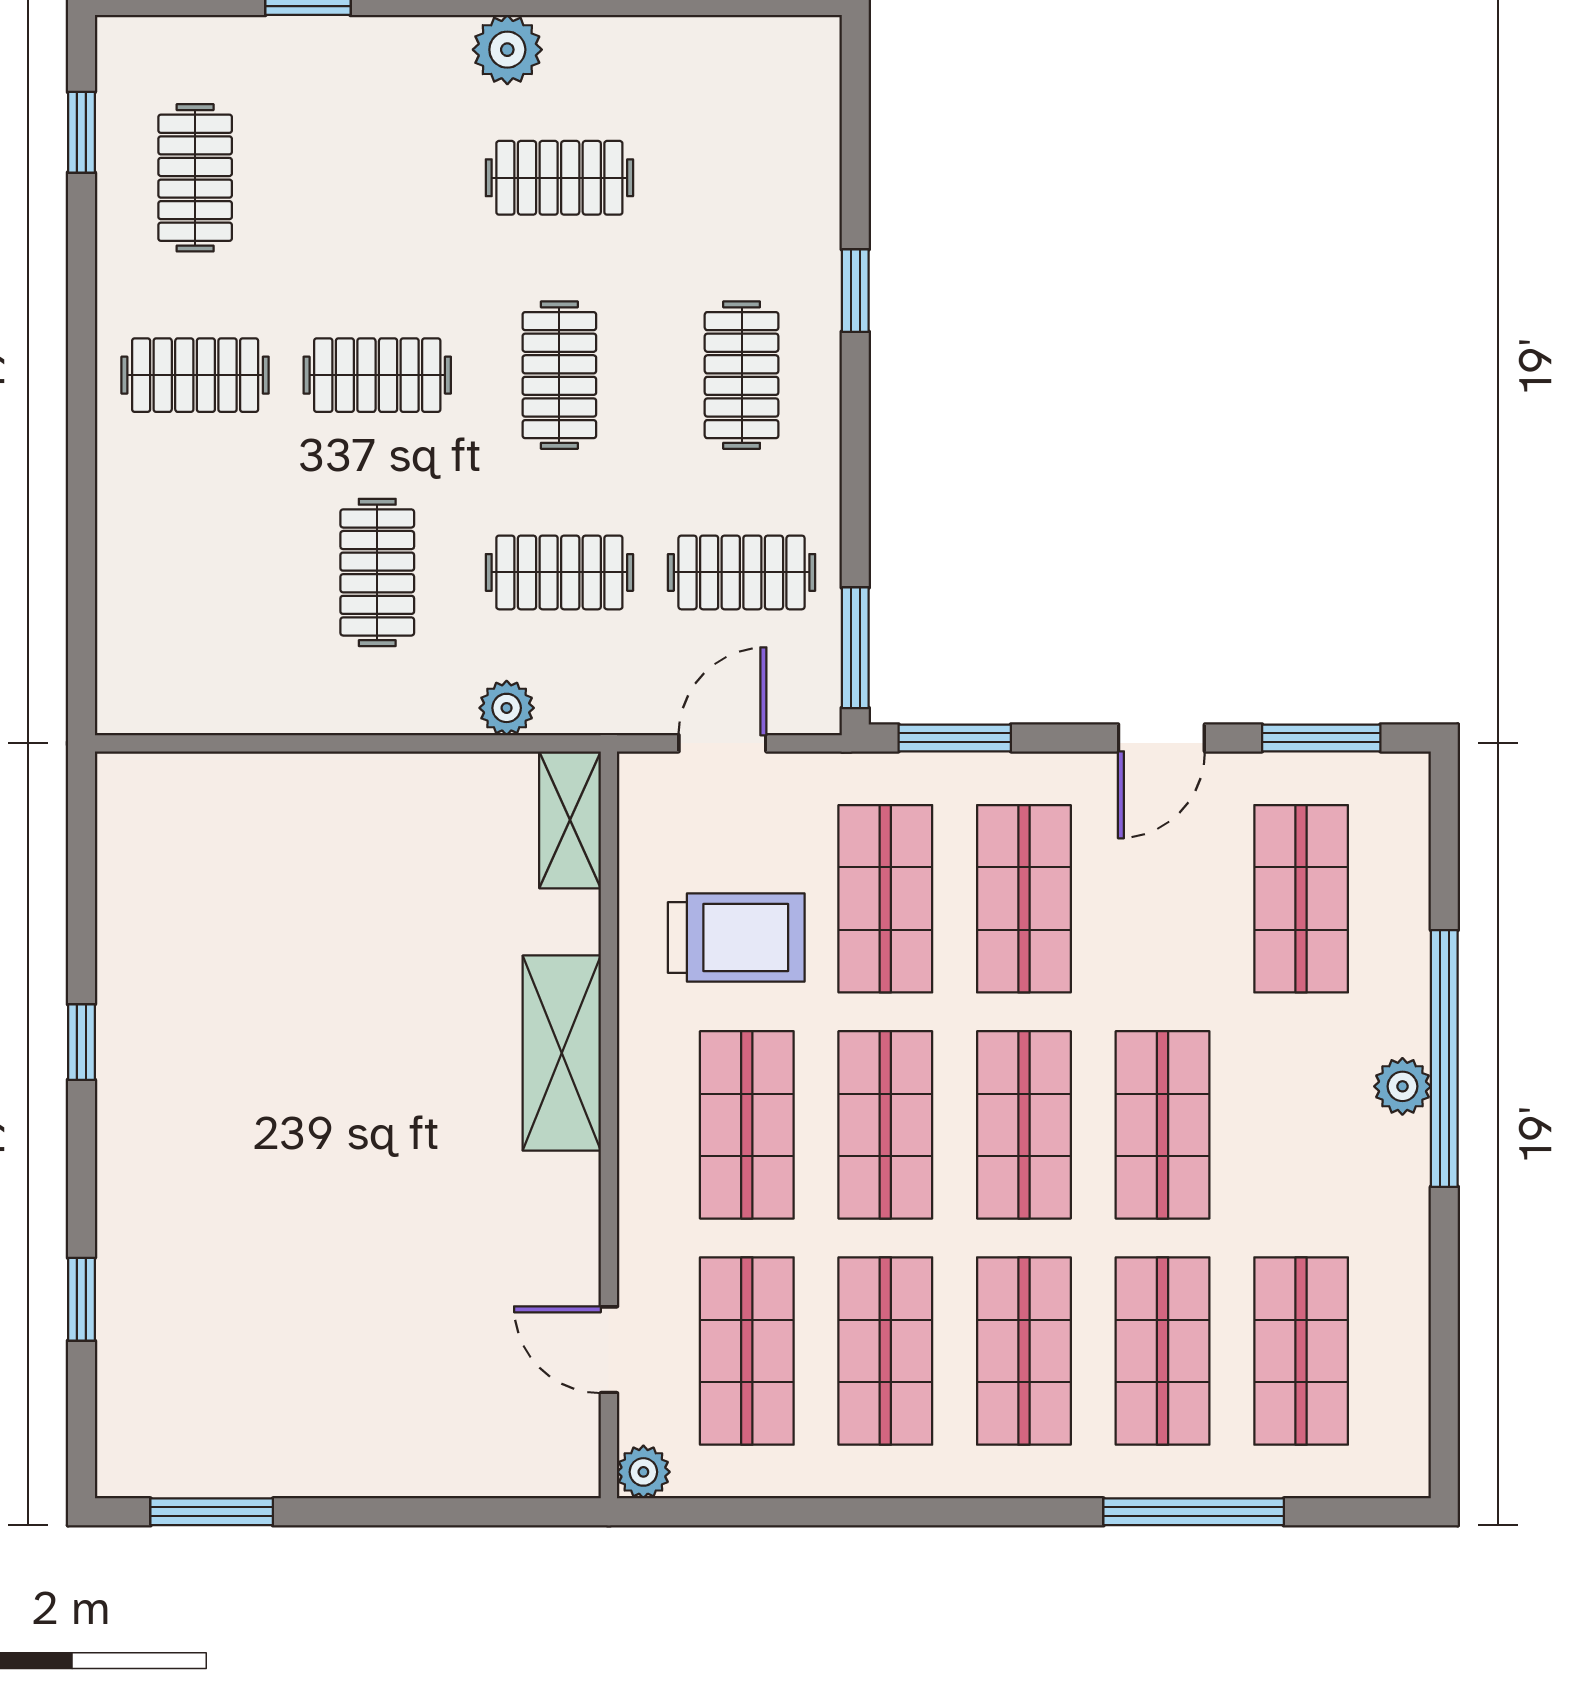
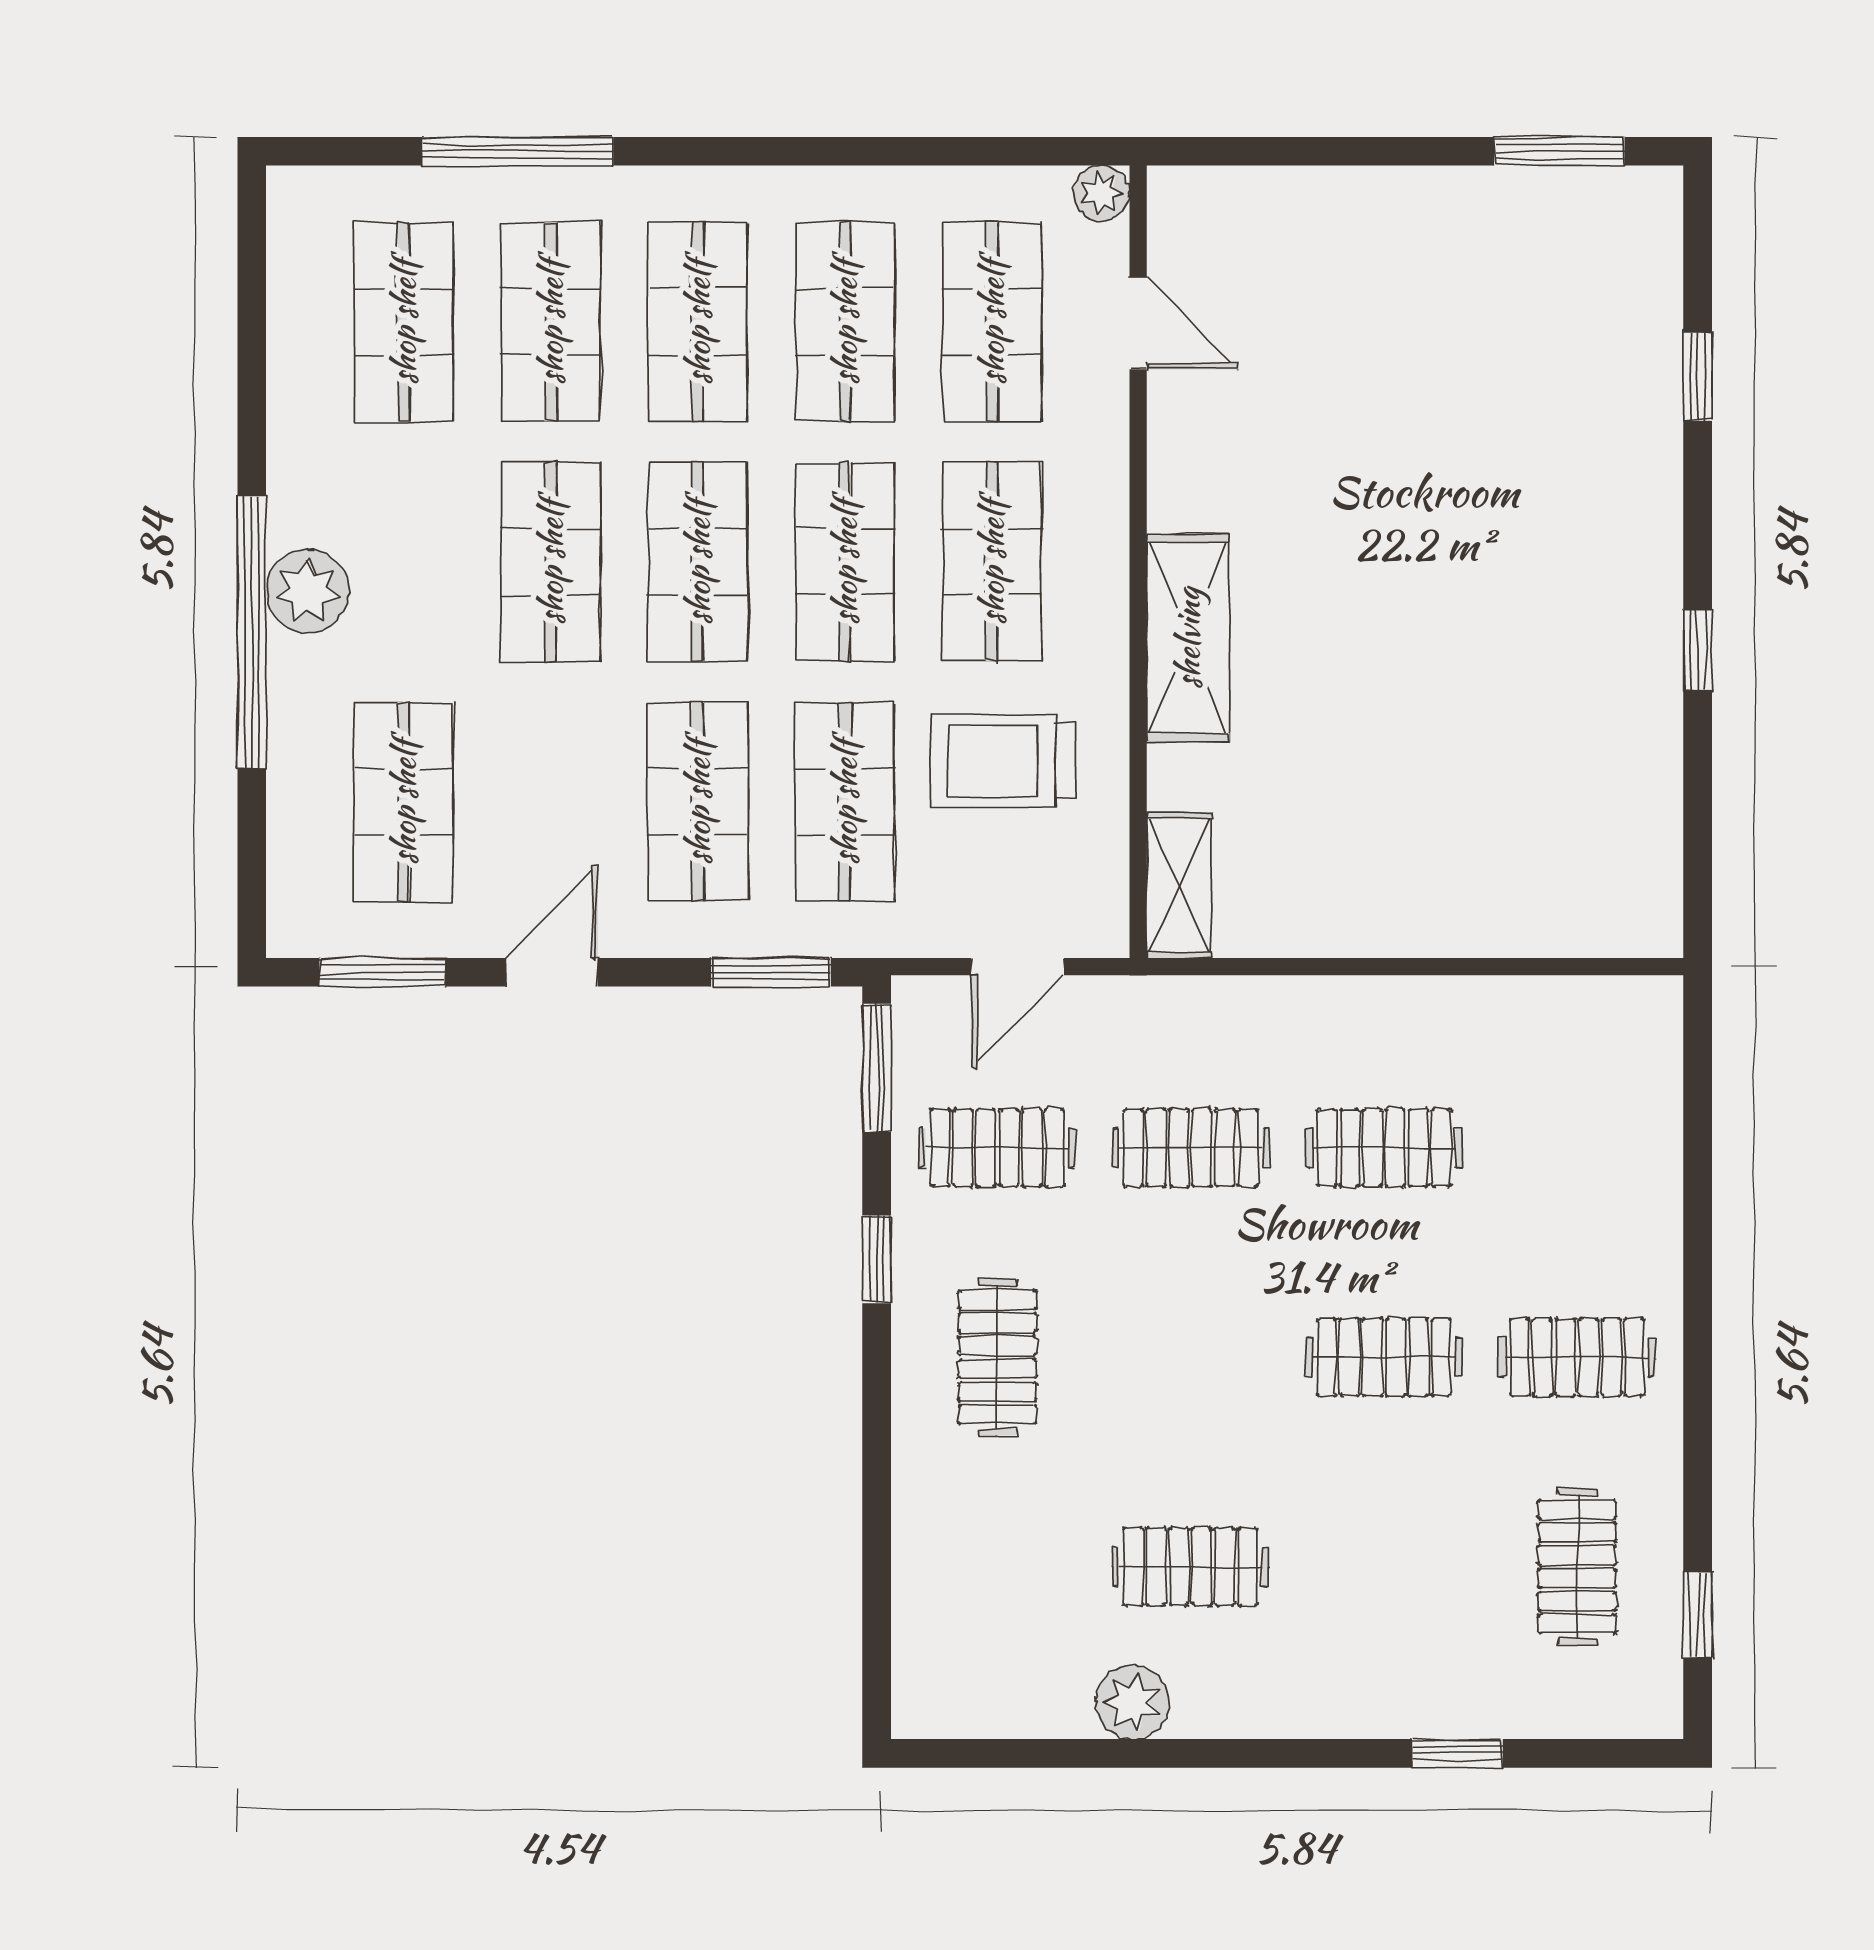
plant: (507, 50) -> (1132, 1702), moved
window: (855, 291) -> (877, 1259), moved
clothes rail: (559, 375) -> (1191, 1357), removed
clothes rail: (377, 572) -> (1384, 1148), turned 90
plant: (507, 708) -> (1247, 1004), removed
plant: (1402, 1086) -> (307, 591), width x1.38, depth x1.38

